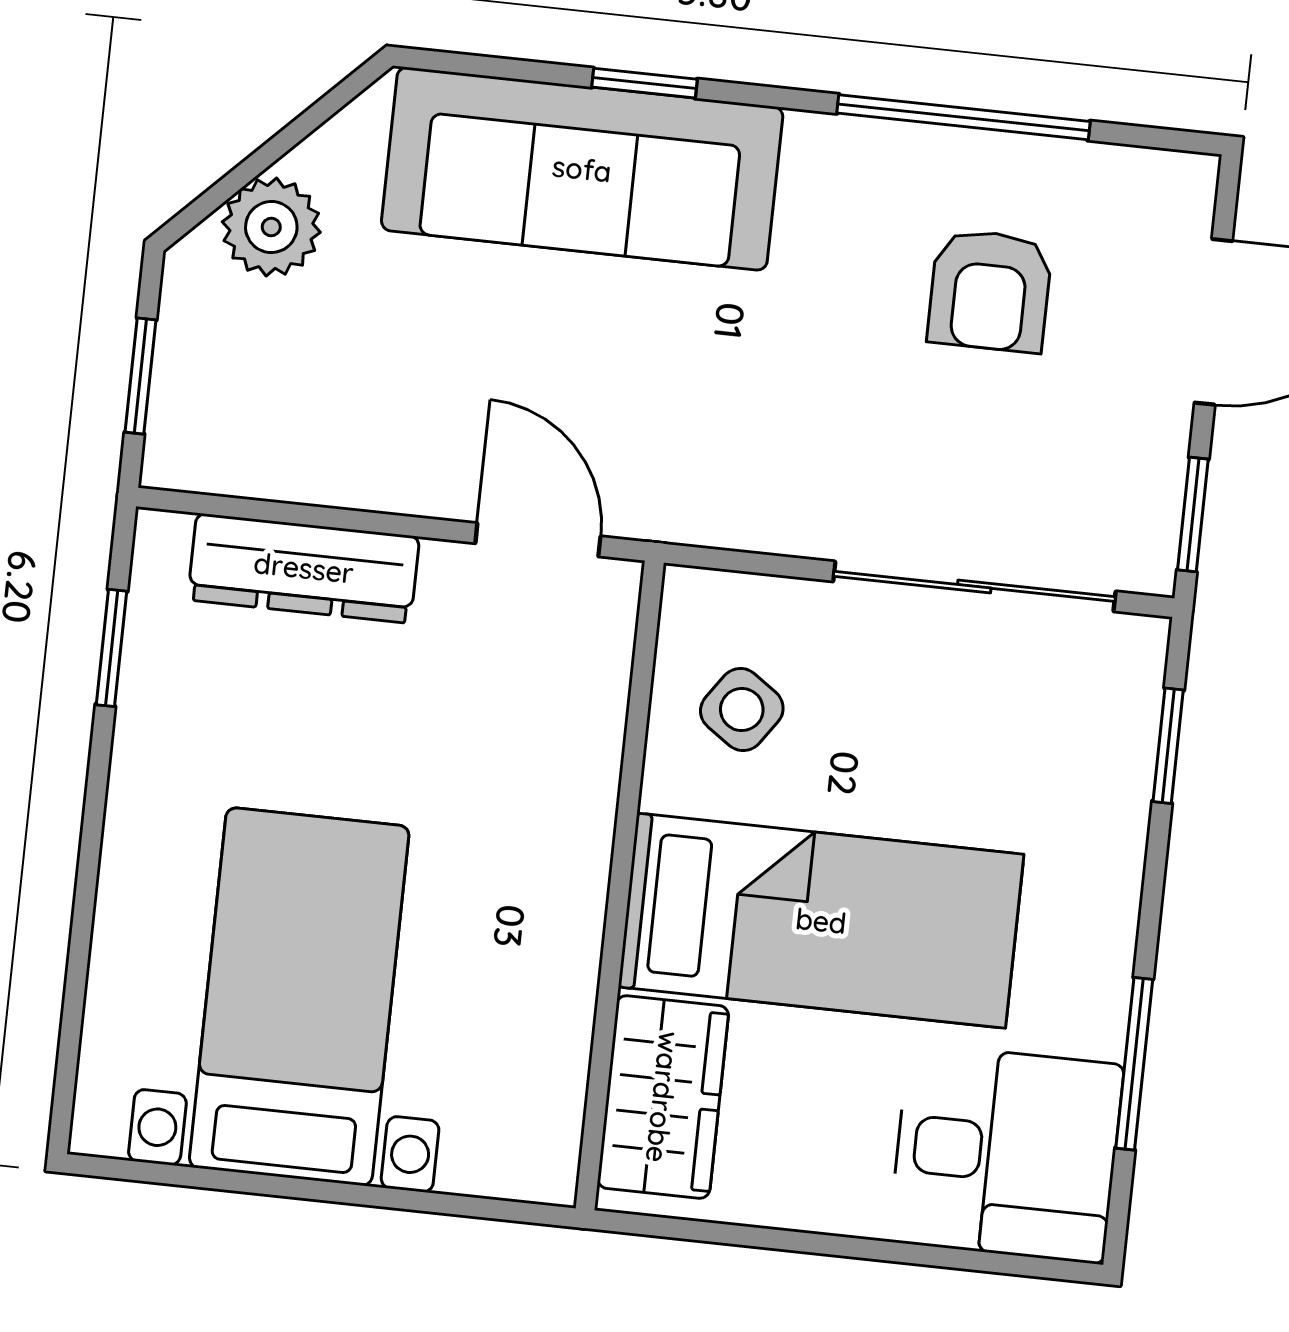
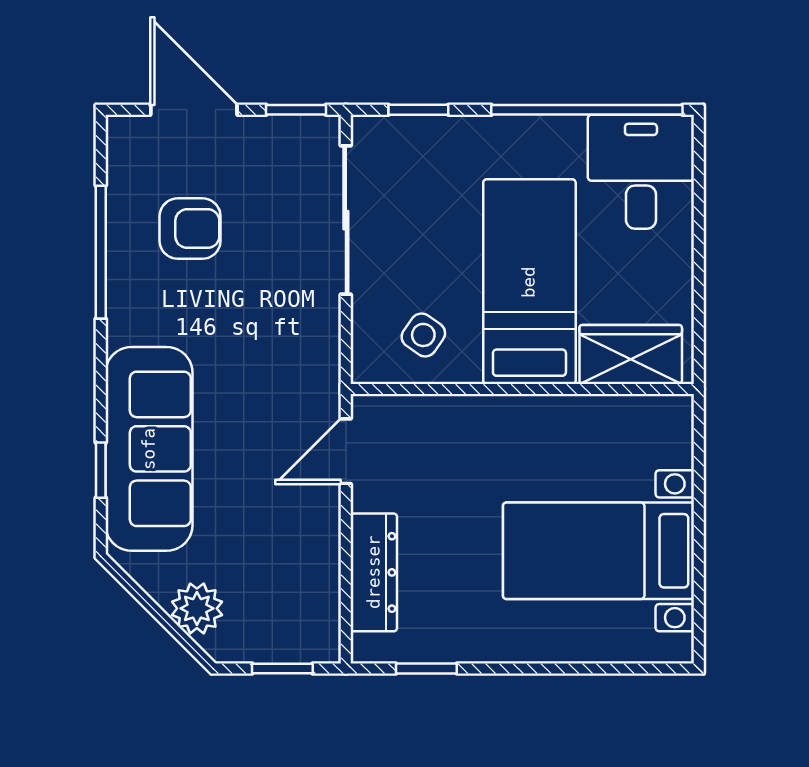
window: (644, 83) -> (101, 470), moved
window: (1134, 1064) -> (587, 110), width x2.11

